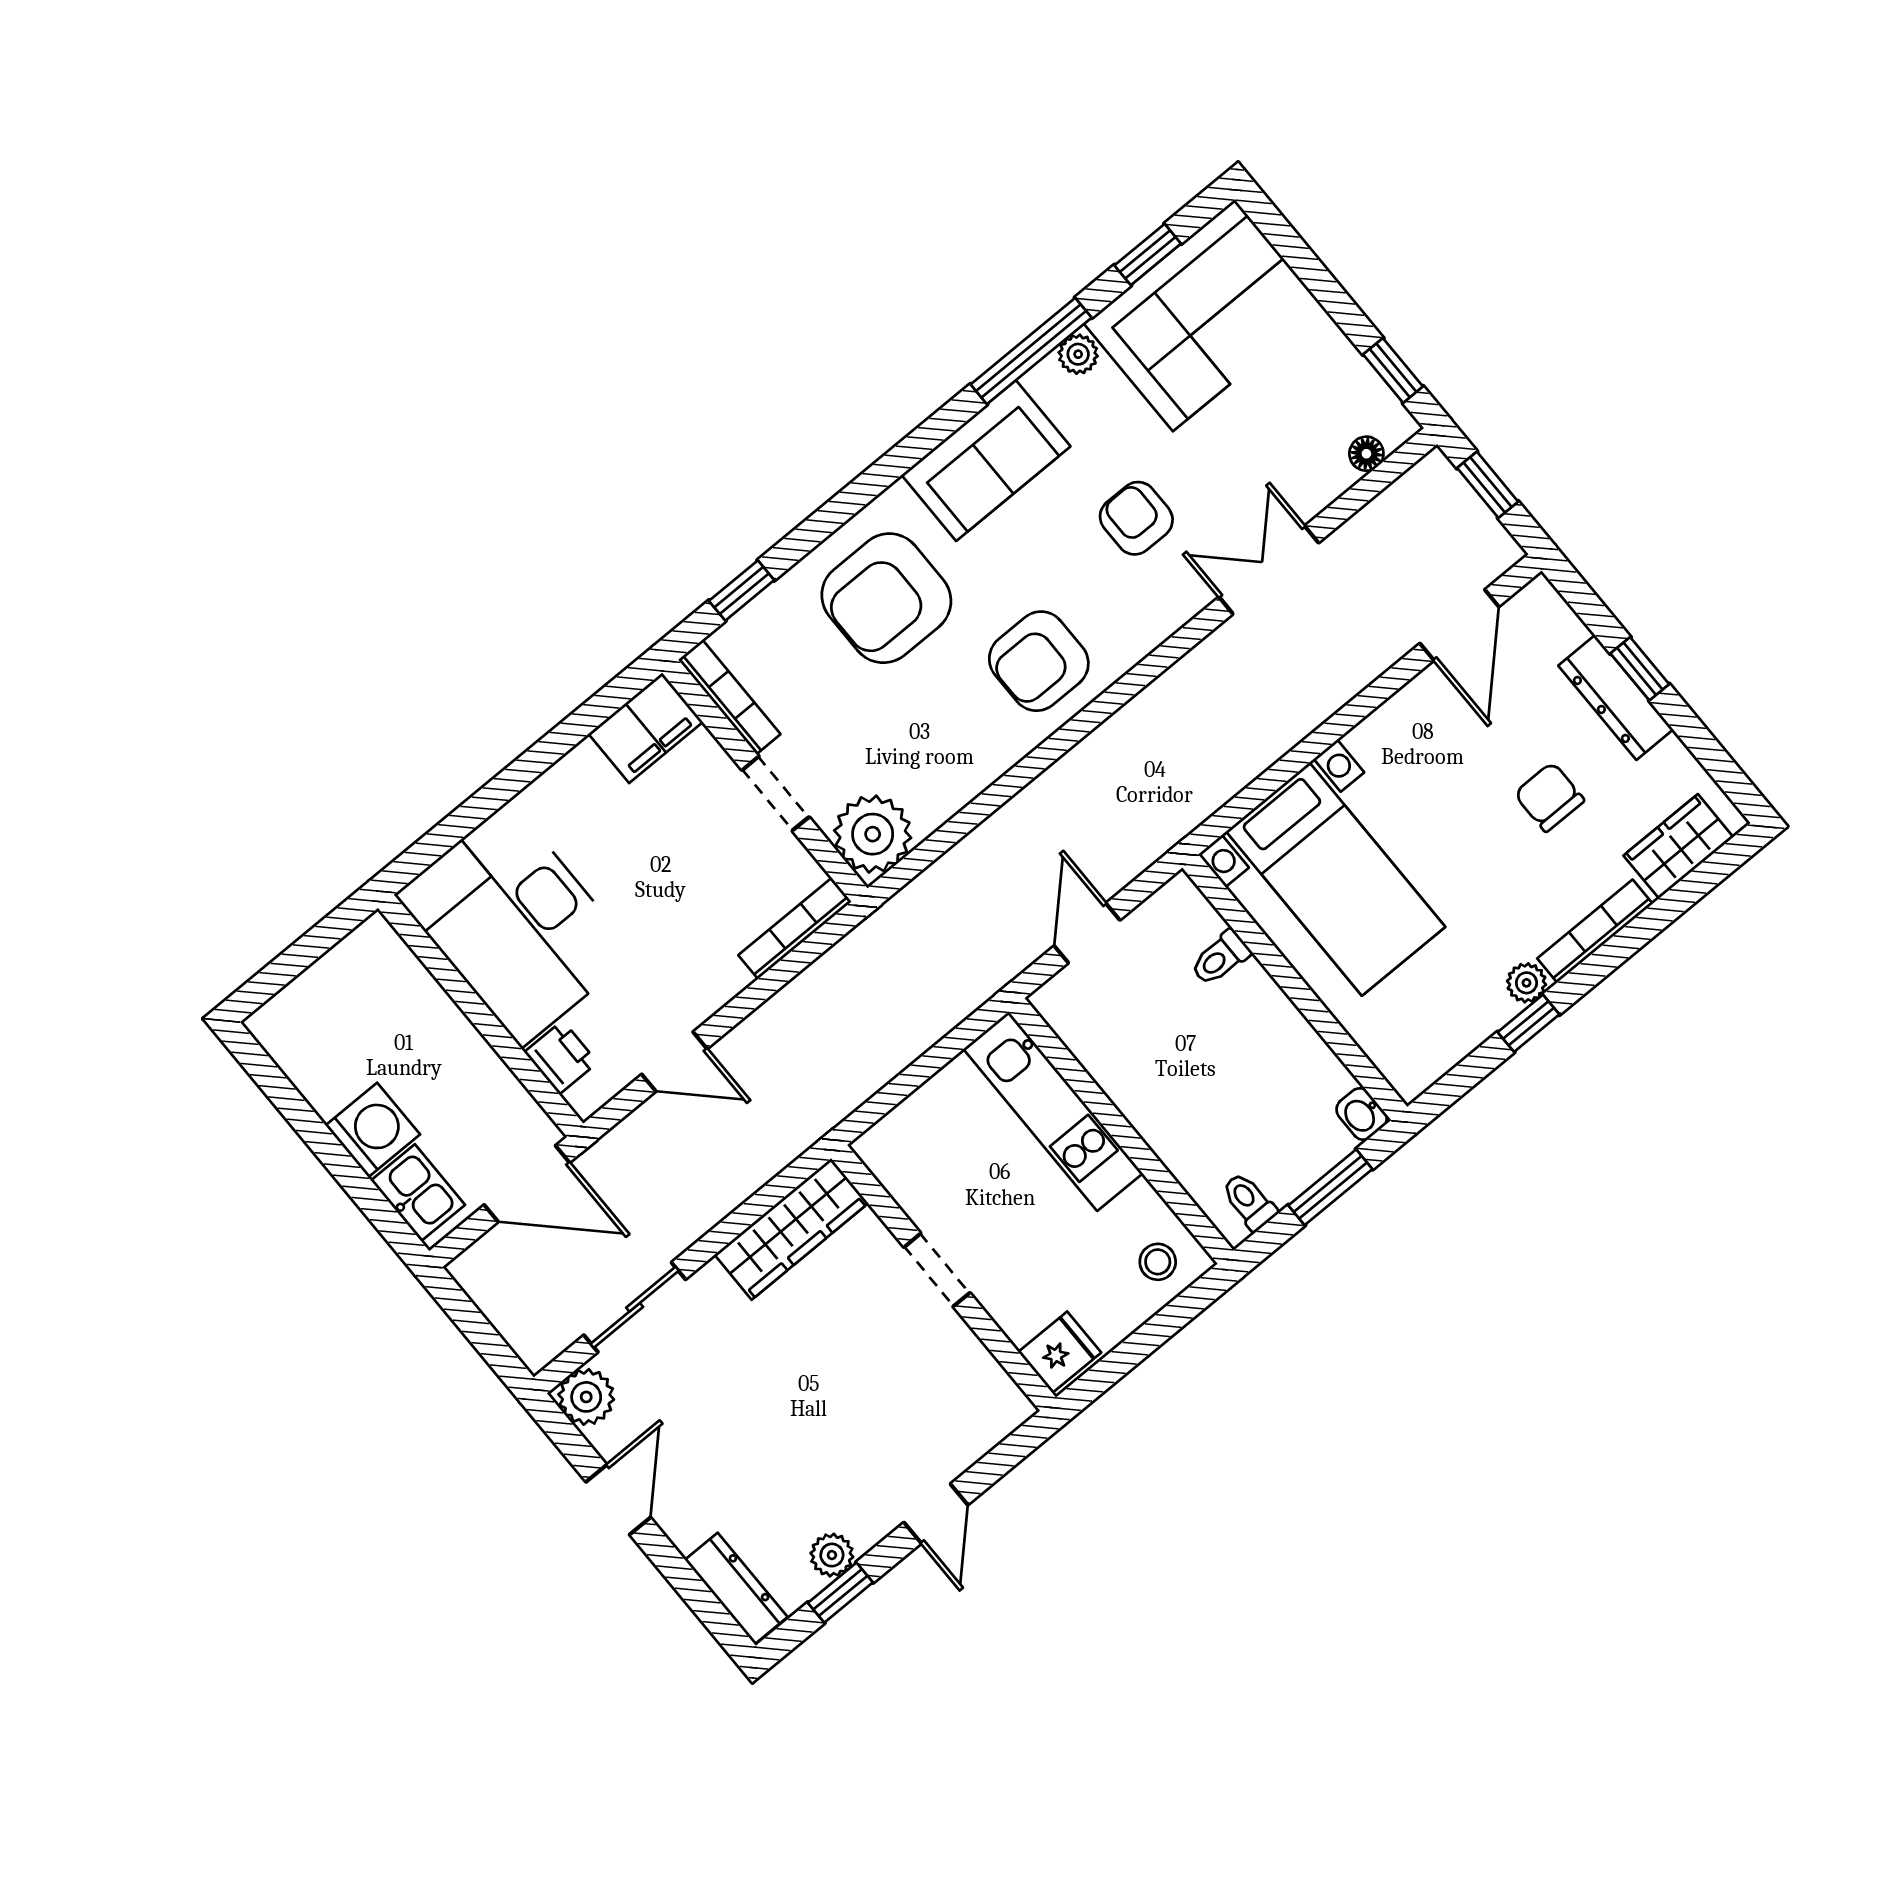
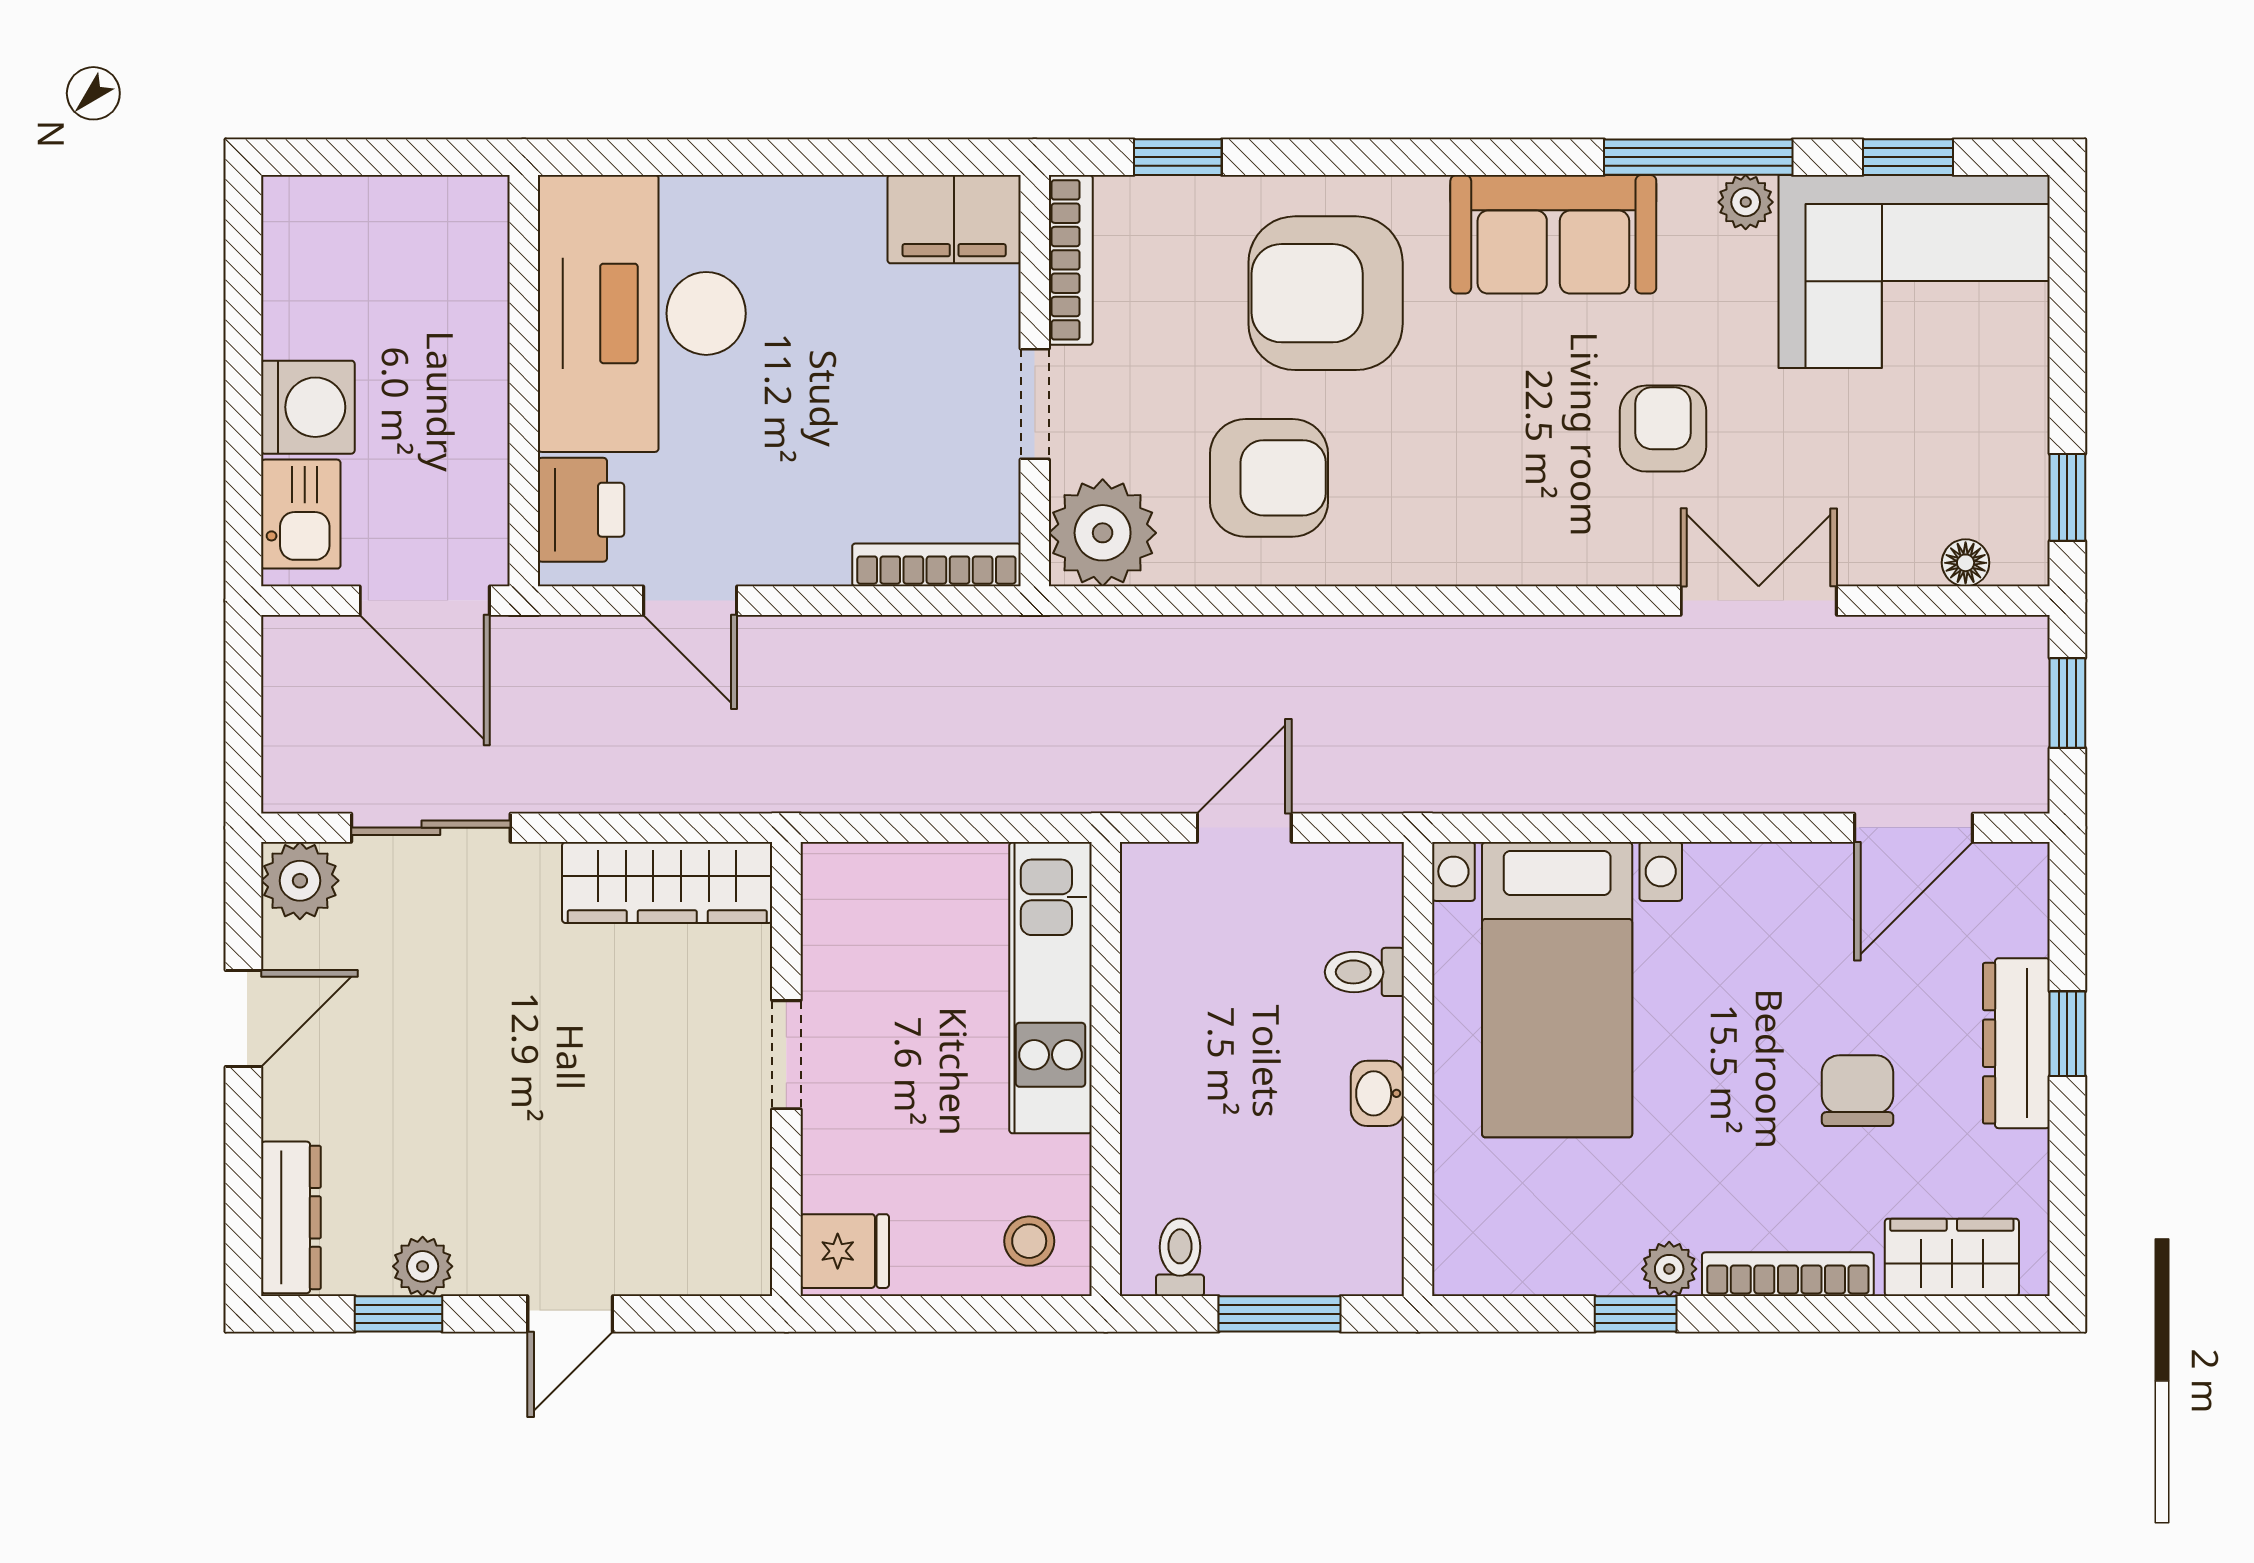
armchair: (1039, 661) -> (1269, 478), moved, turned 180
printer: (561, 1057) -> (581, 510), width x1.36, depth x1.24
washbasin: (1362, 1114) -> (1377, 1093), moved

